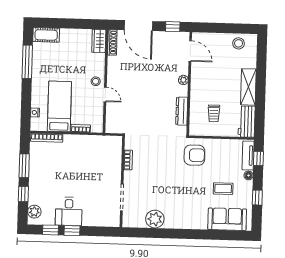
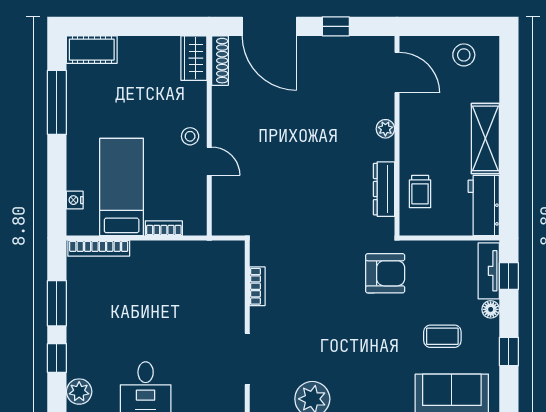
door: (190, 51) -> (397, 73), moved
plant: (183, 80) -> (385, 129), moved
wall: (189, 84) -> (397, 136), moved
dresser: (182, 111) -> (384, 189), moved

